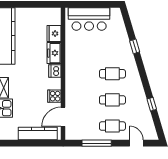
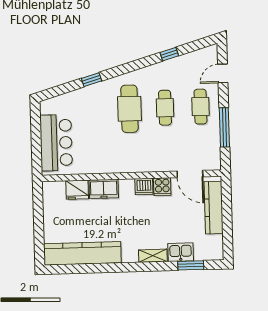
dishwasher: (55, 71) -> (144, 186), moved
cafe table: (112, 74) -> (129, 109), width x1.37, depth x1.35

